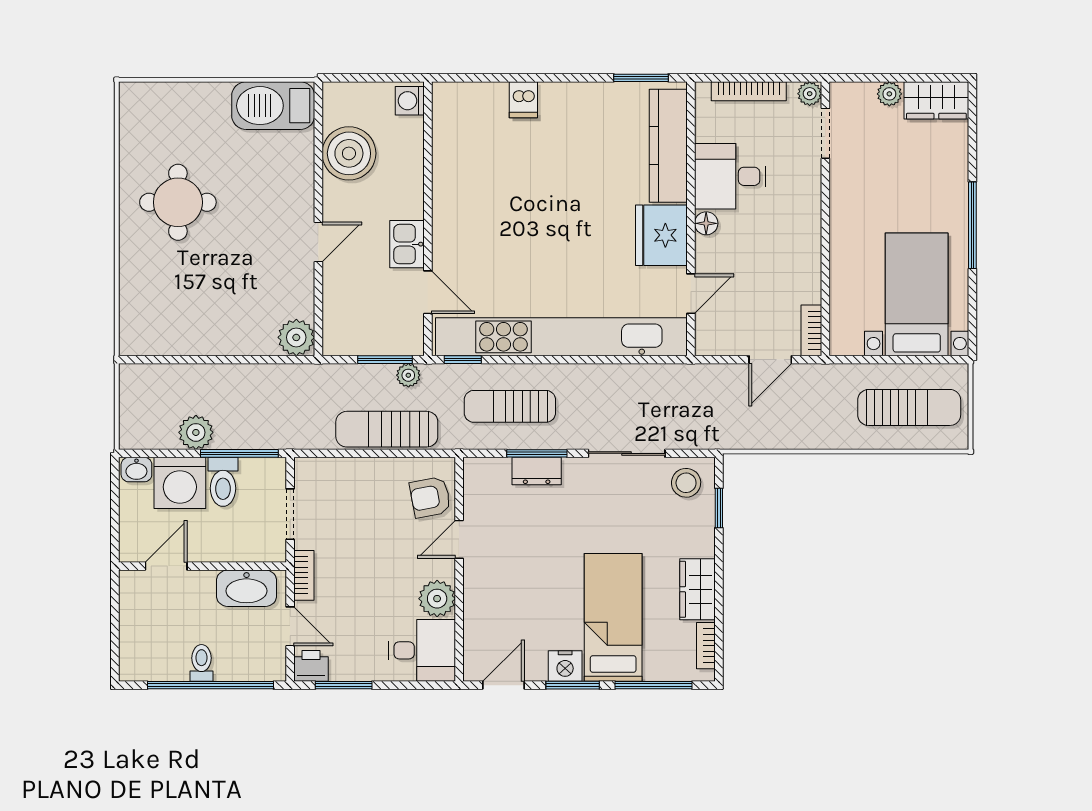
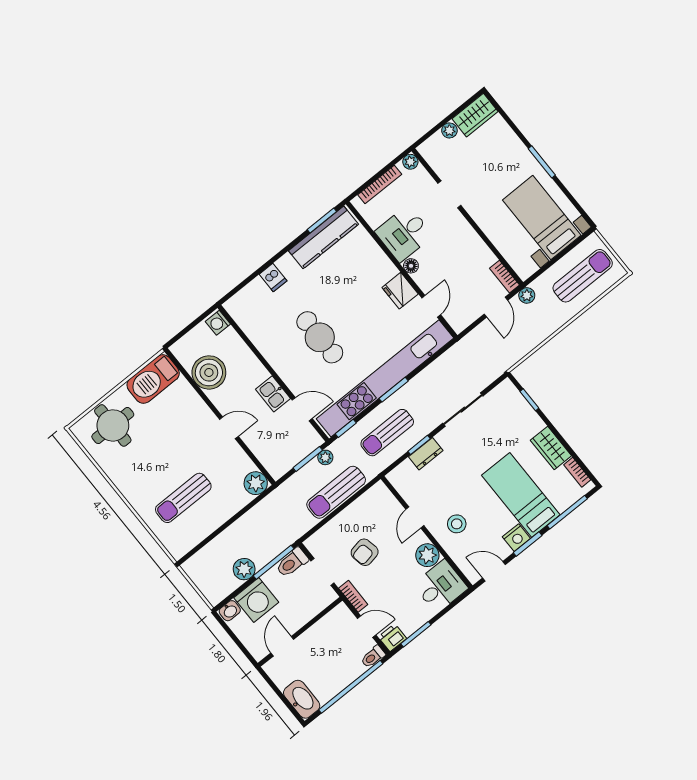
doorway: (825, 133) -> (449, 194), moved
kitchen counter: (668, 146) -> (323, 237), moved, turned -90
round table: (178, 202) -> (113, 425), moved
cafe table: (522, 221) -> (320, 337), added
window: (972, 225) -> (542, 162), width x0.69
fridge: (661, 235) -> (400, 291), width x0.73, depth x0.75
door: (318, 242) -> (229, 428), hinge flipped
sun lounger: (192, 283) -> (183, 498), added
window: (561, 360) -> (394, 390), added
plant: (820, 376) -> (527, 295), added
window: (537, 453) -> (419, 445), width x0.67
toilet: (223, 482) -> (292, 563), moved, turned 90
stool: (686, 483) -> (457, 524), moved
armchair: (430, 497) -> (365, 552), moved
washbasin: (247, 588) -> (302, 699), moved, turned -90
toilet: (202, 663) -> (373, 657), moved, turned -90
door: (504, 685) -> (494, 571), hinge flipped

